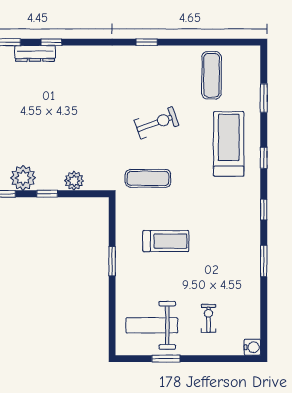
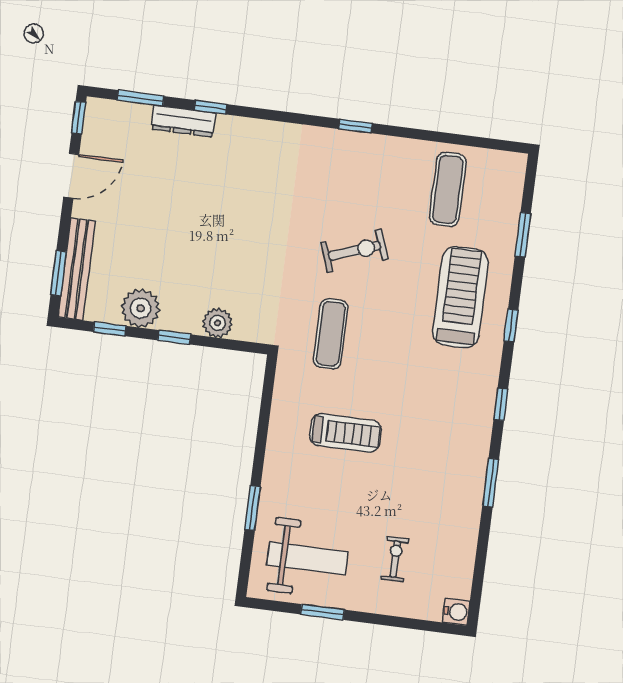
exercise mat: (148, 178) -> (331, 334), turned 90
window: (112, 261) -> (253, 508), moved
weight bench: (152, 325) -> (307, 558), turned 180

